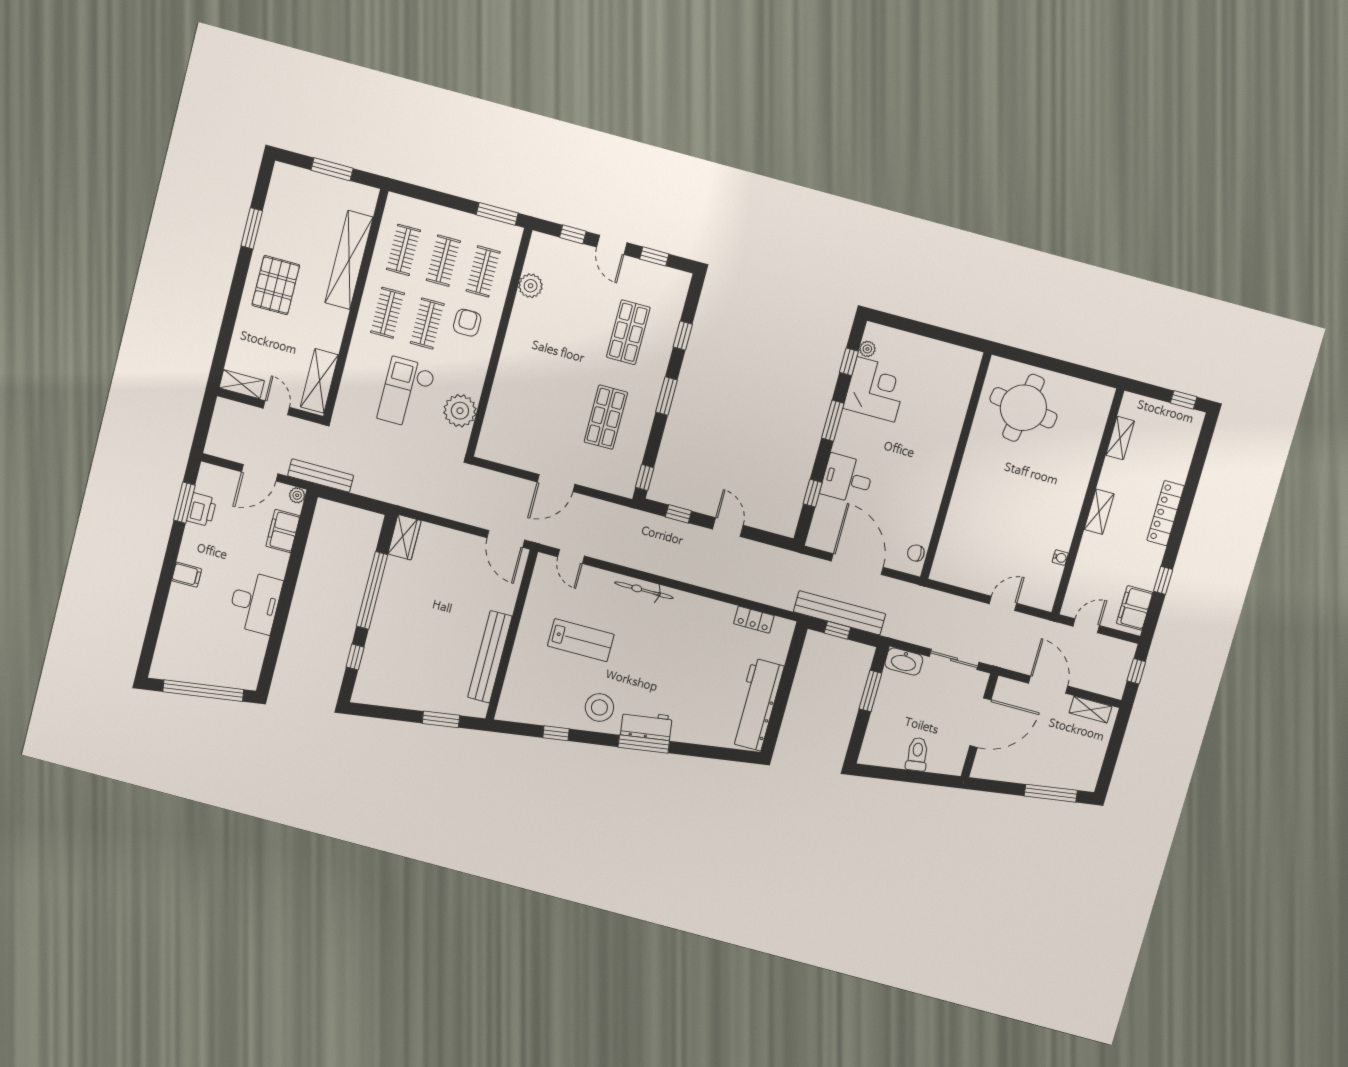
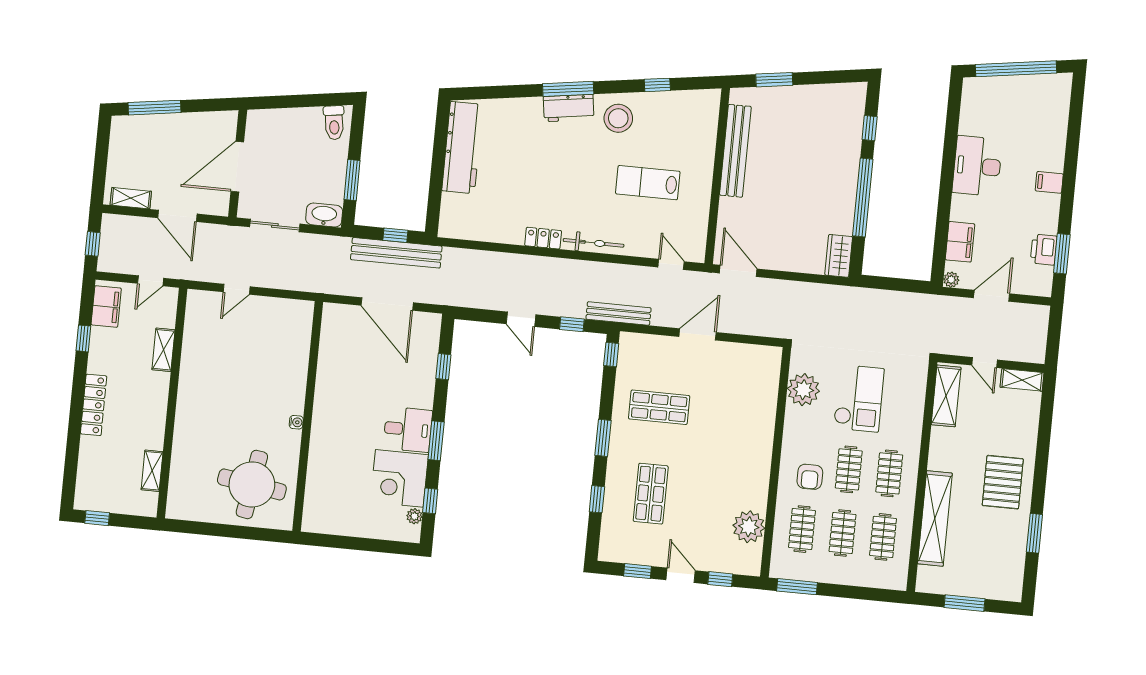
plant: (531, 286) -> (749, 527), width x1.36, depth x1.36
shop shelf: (606, 417) -> (659, 407), turned 90
bench: (321, 476) -> (619, 313), moved
desk: (847, 479) -> (408, 429), moved
shelving: (1099, 512) -> (163, 350), moved
chair: (916, 553) -> (331, 325), removed
water cooler: (1060, 558) -> (296, 422), moved, turned 180
locker: (754, 620) -> (543, 238), moved
toilet: (917, 754) -> (334, 123), moved

